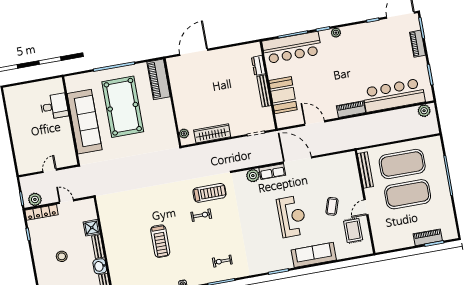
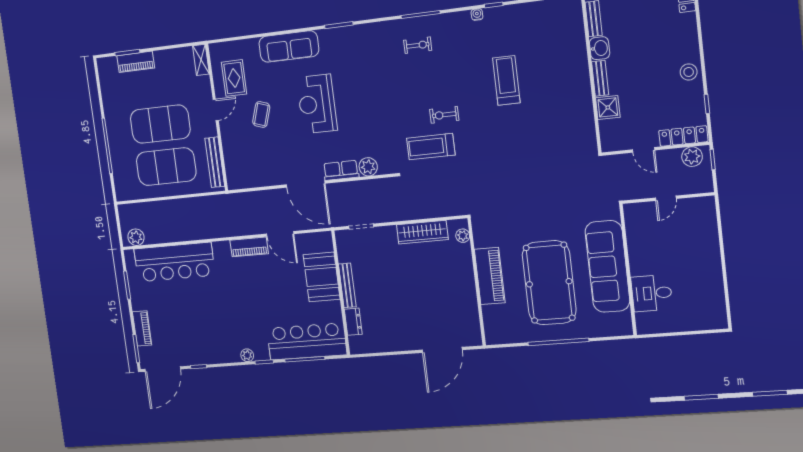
piano: (159, 79) -> (490, 276), moved
piano: (351, 109) -> (249, 247), moved
shelving: (378, 242) -> (201, 60), added
stool: (62, 256) -> (689, 72), moved

